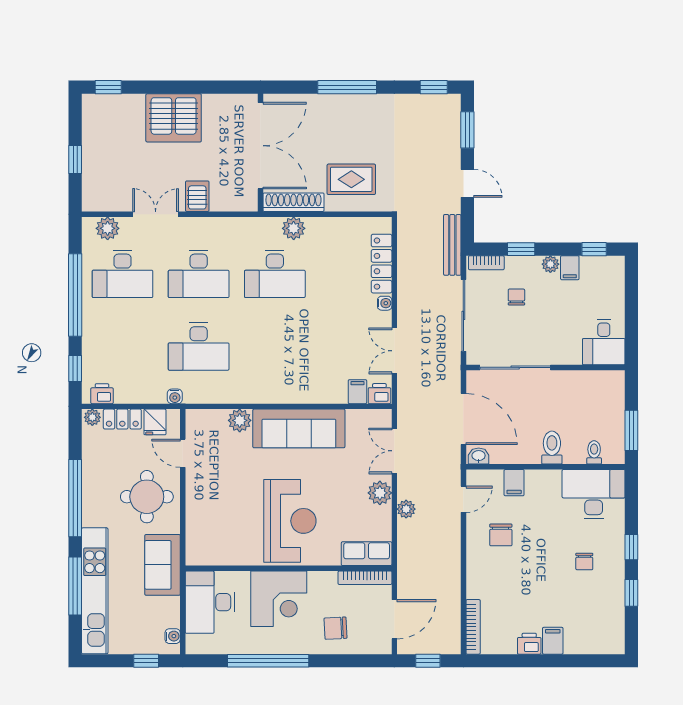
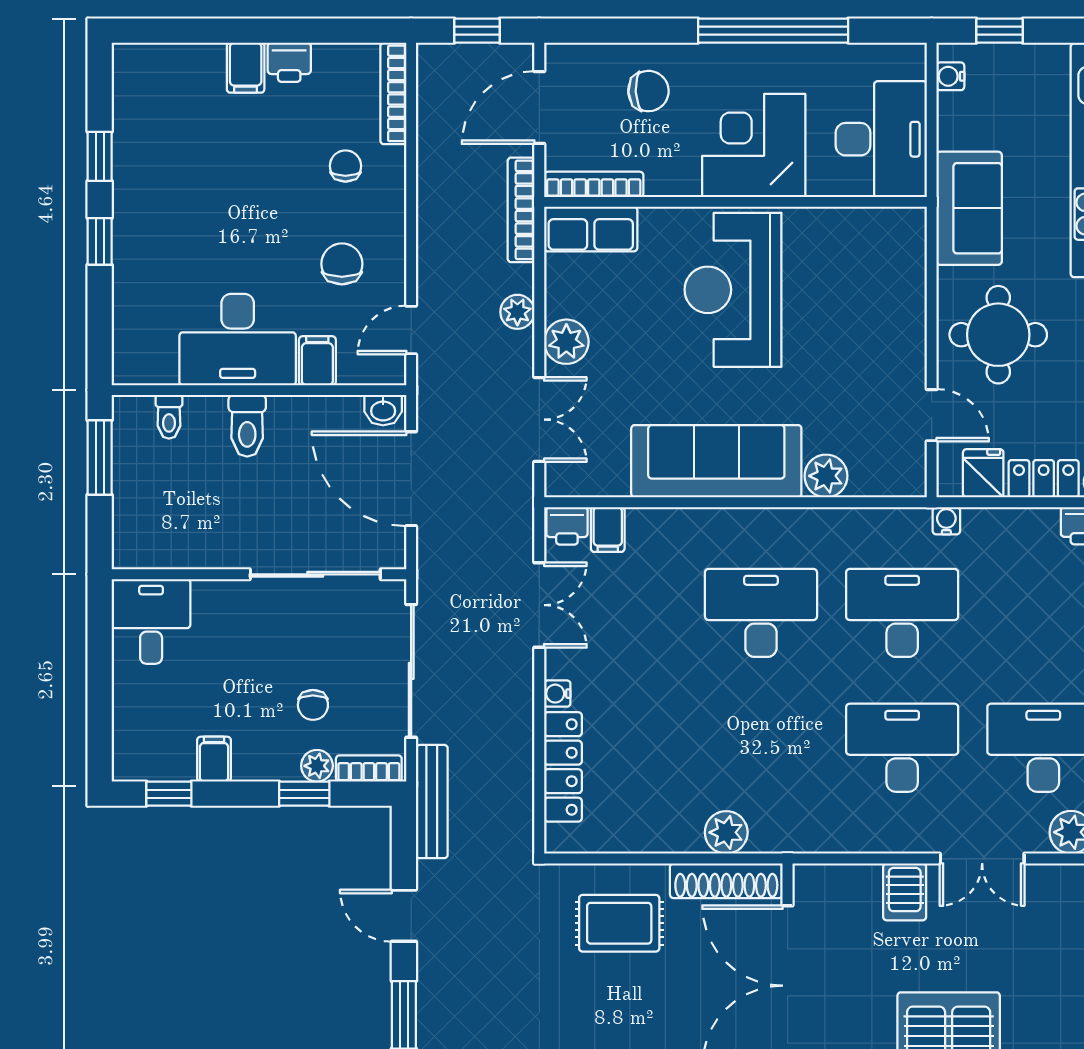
plant: (550, 264) -> (317, 766), moved
desk: (275, 274) -> (761, 613), moved
desk: (594, 494) -> (238, 340), moved
chair: (584, 561) -> (345, 166), moved
bookcase: (404, 564) -> (521, 210), added

